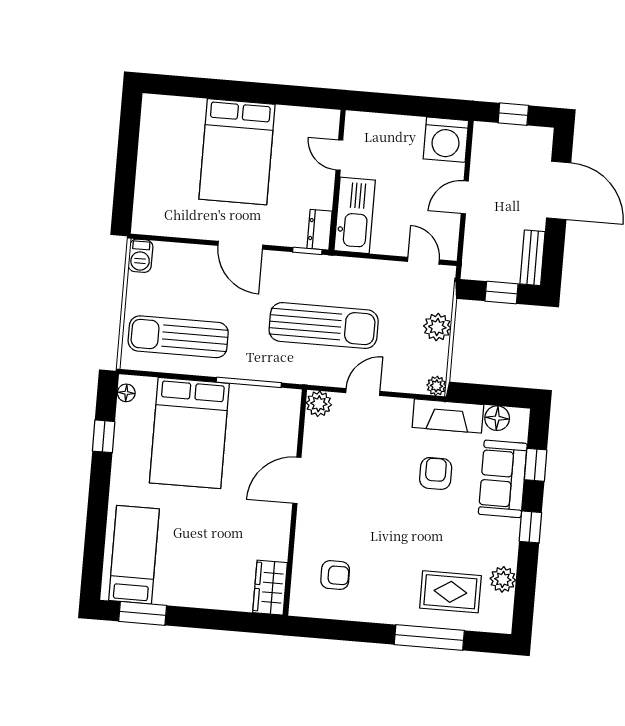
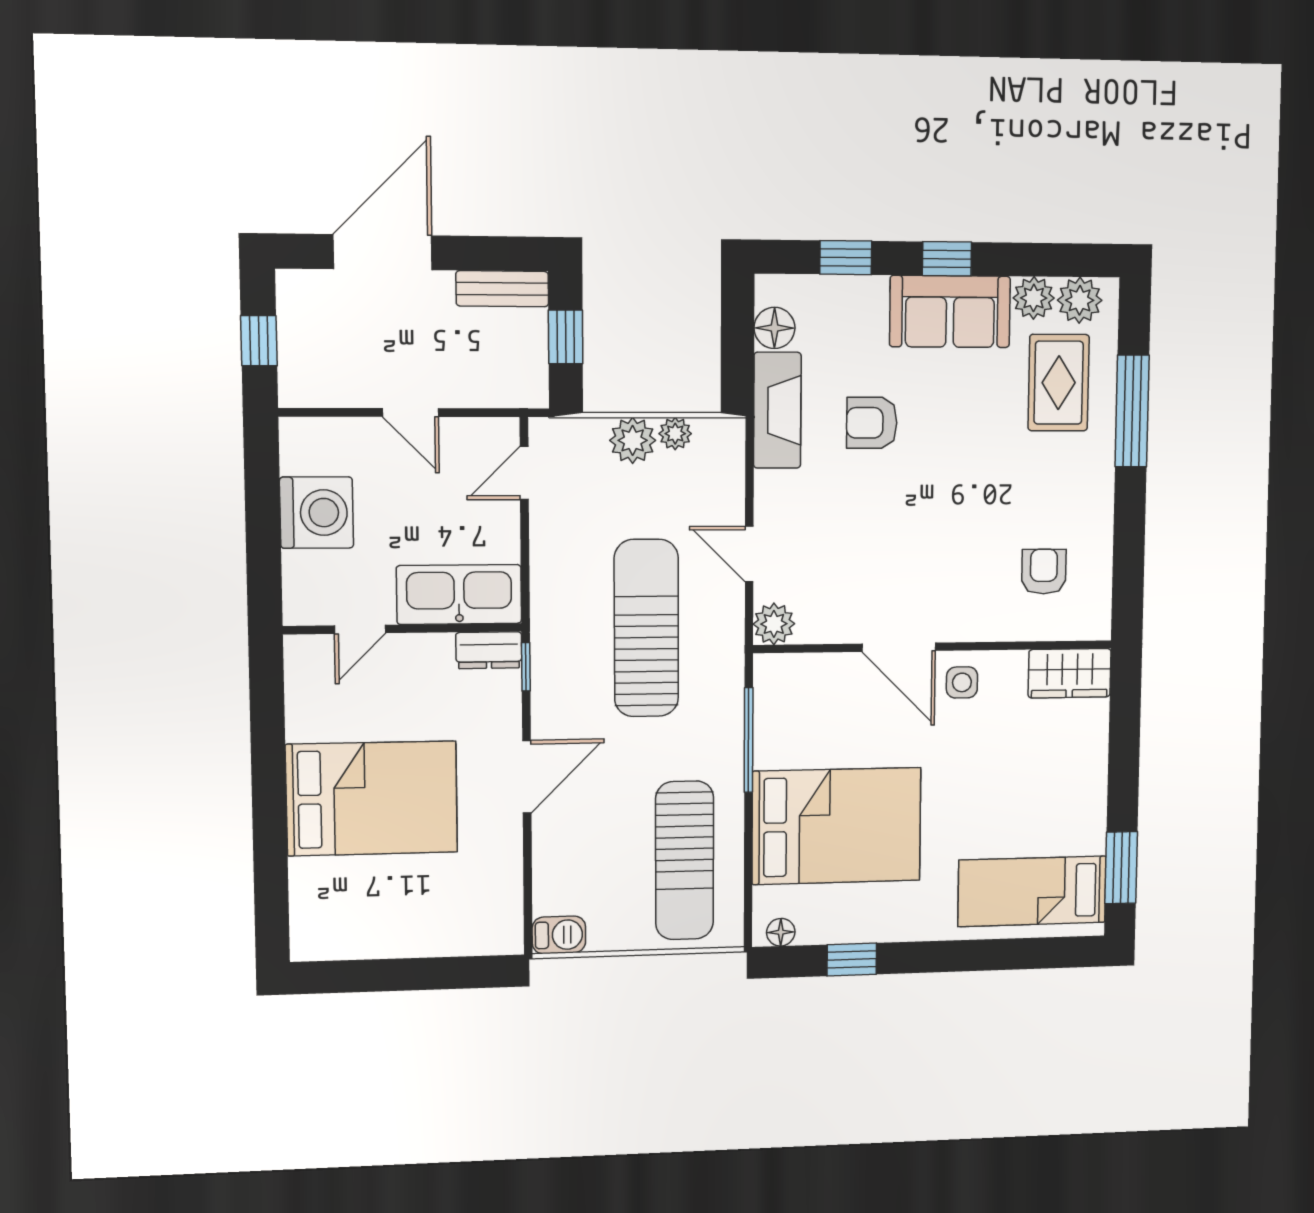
washing machine: (446, 140) -> (317, 513), moved
plant: (436, 386) -> (675, 434), moved
sofa: (503, 479) -> (950, 312), moved
side table: (271, 519) -> (962, 682), added
plant: (499, 608) -> (1080, 300), added

